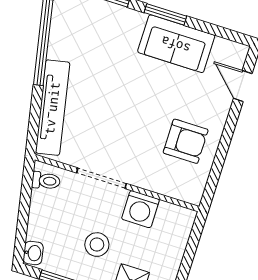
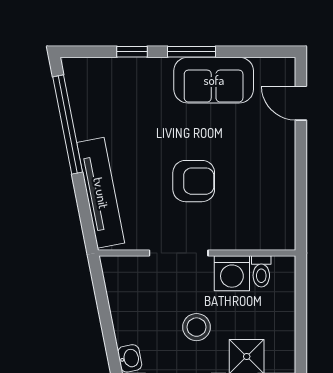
armchair: (186, 141) -> (194, 181), moved
toilet: (46, 181) -> (261, 271), moved, turned 101

